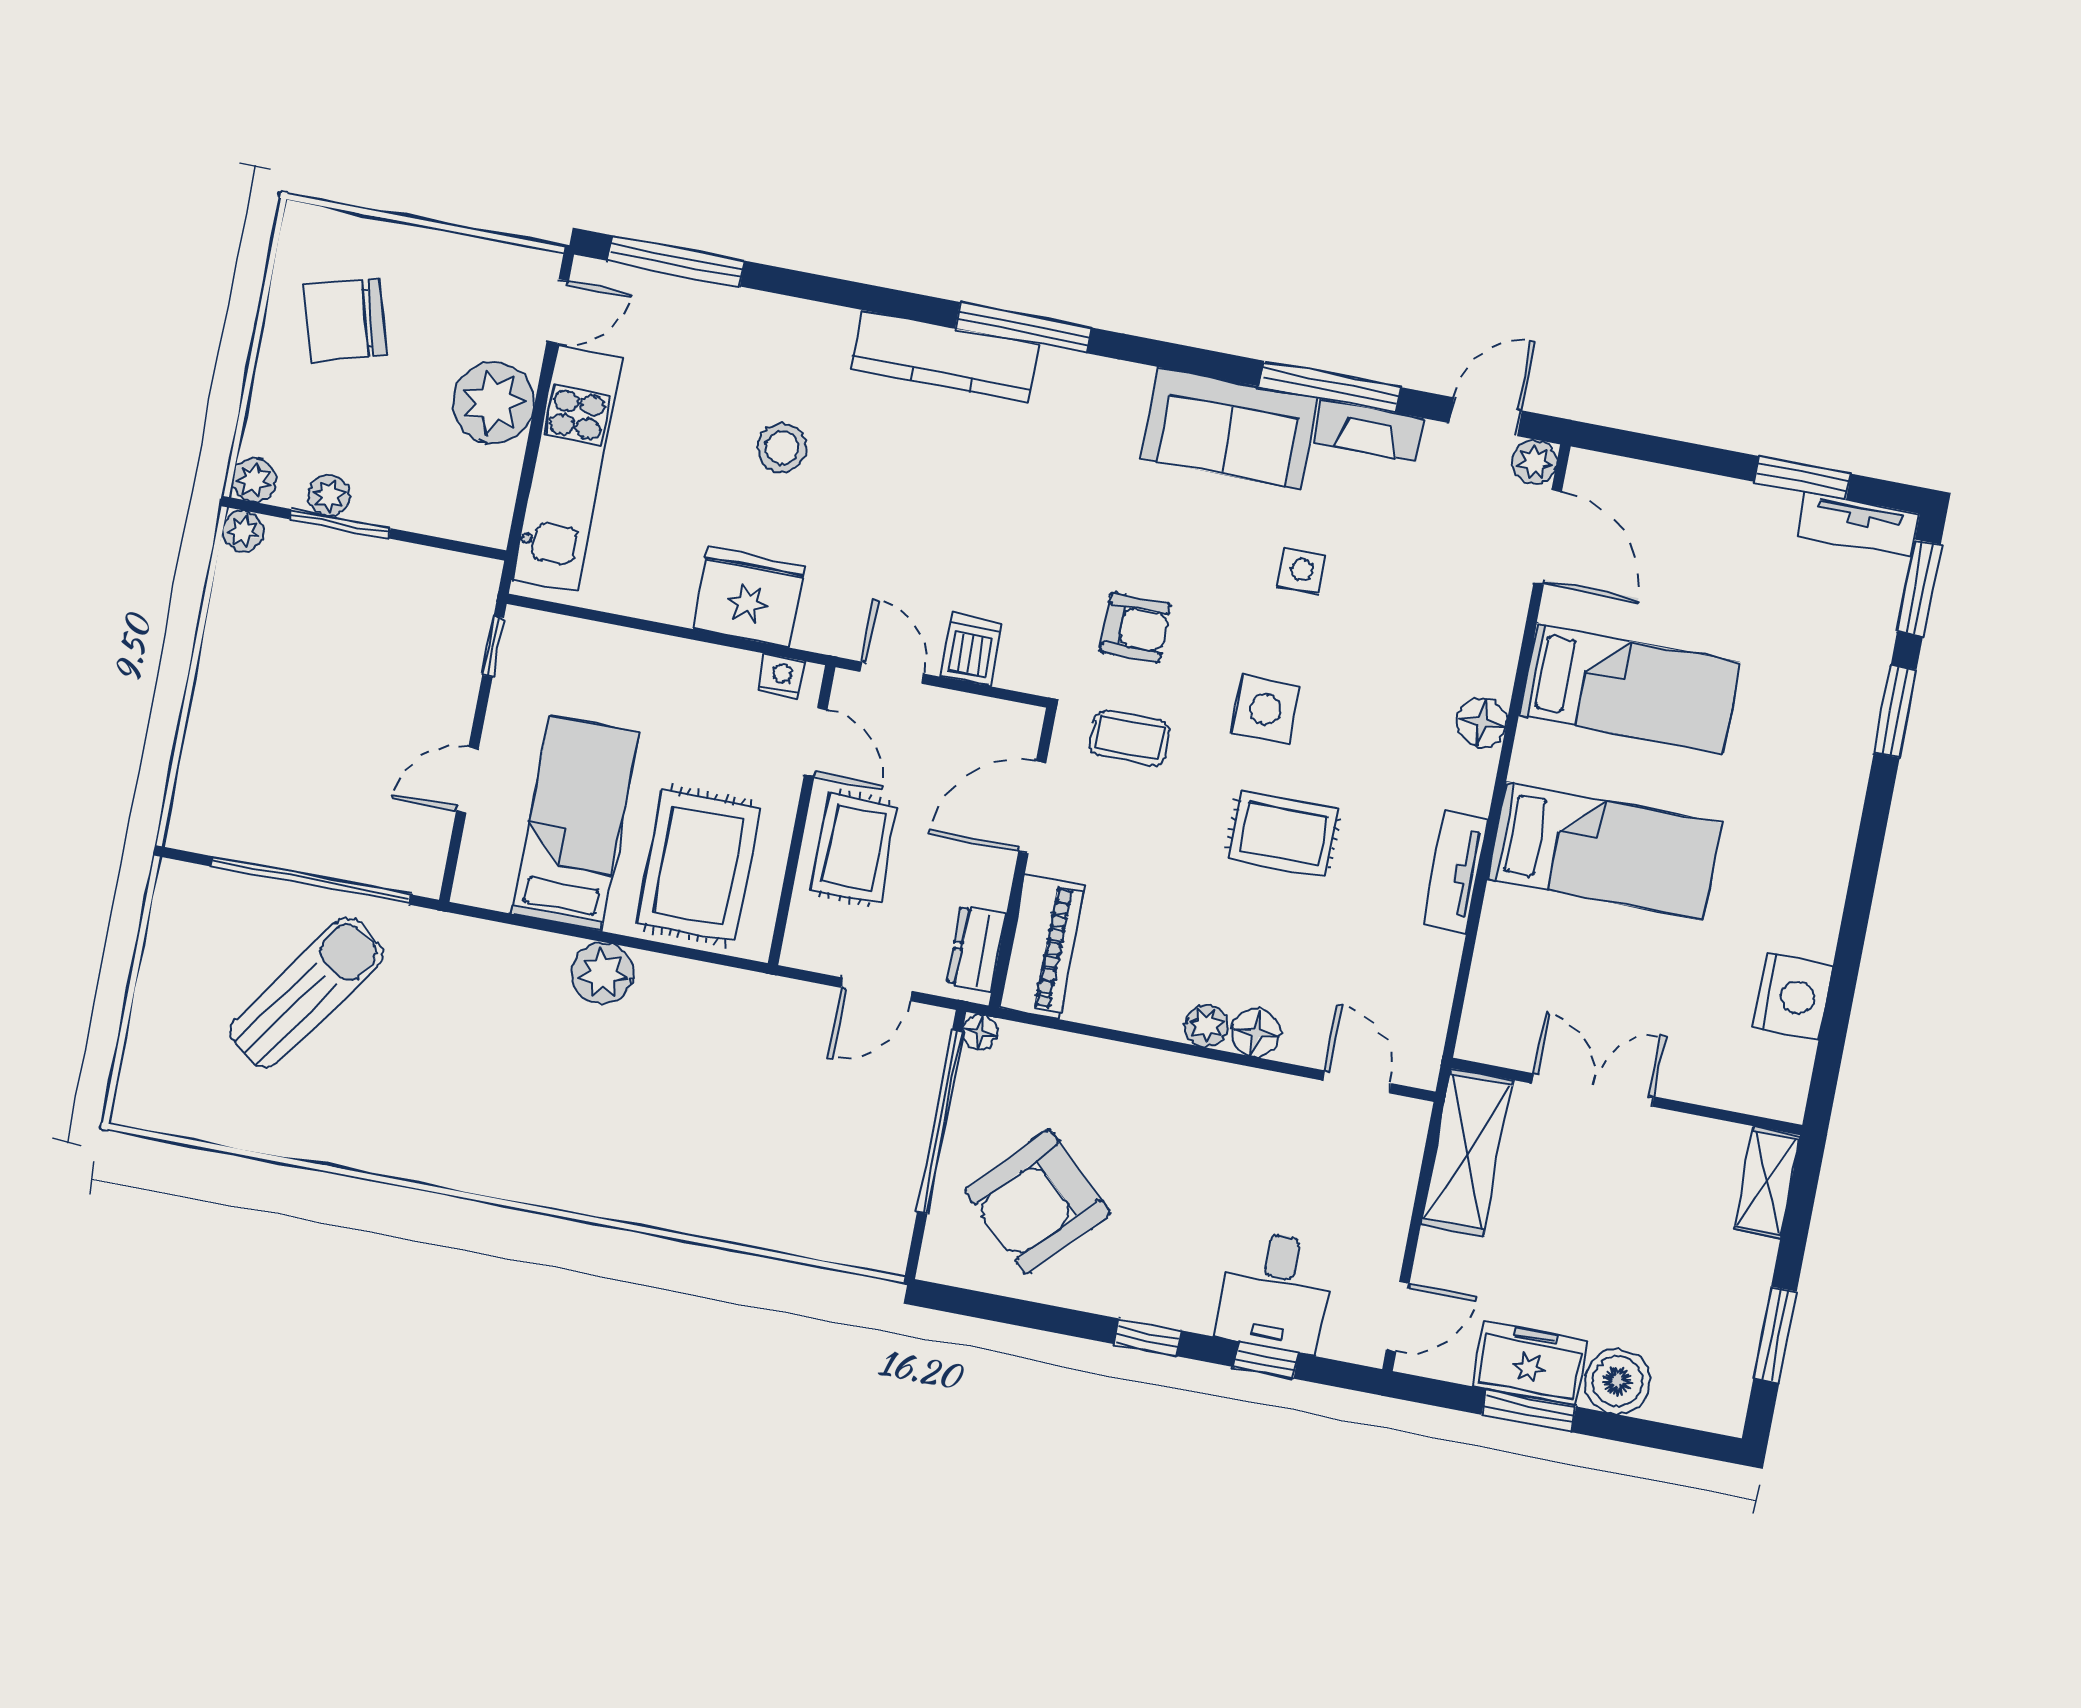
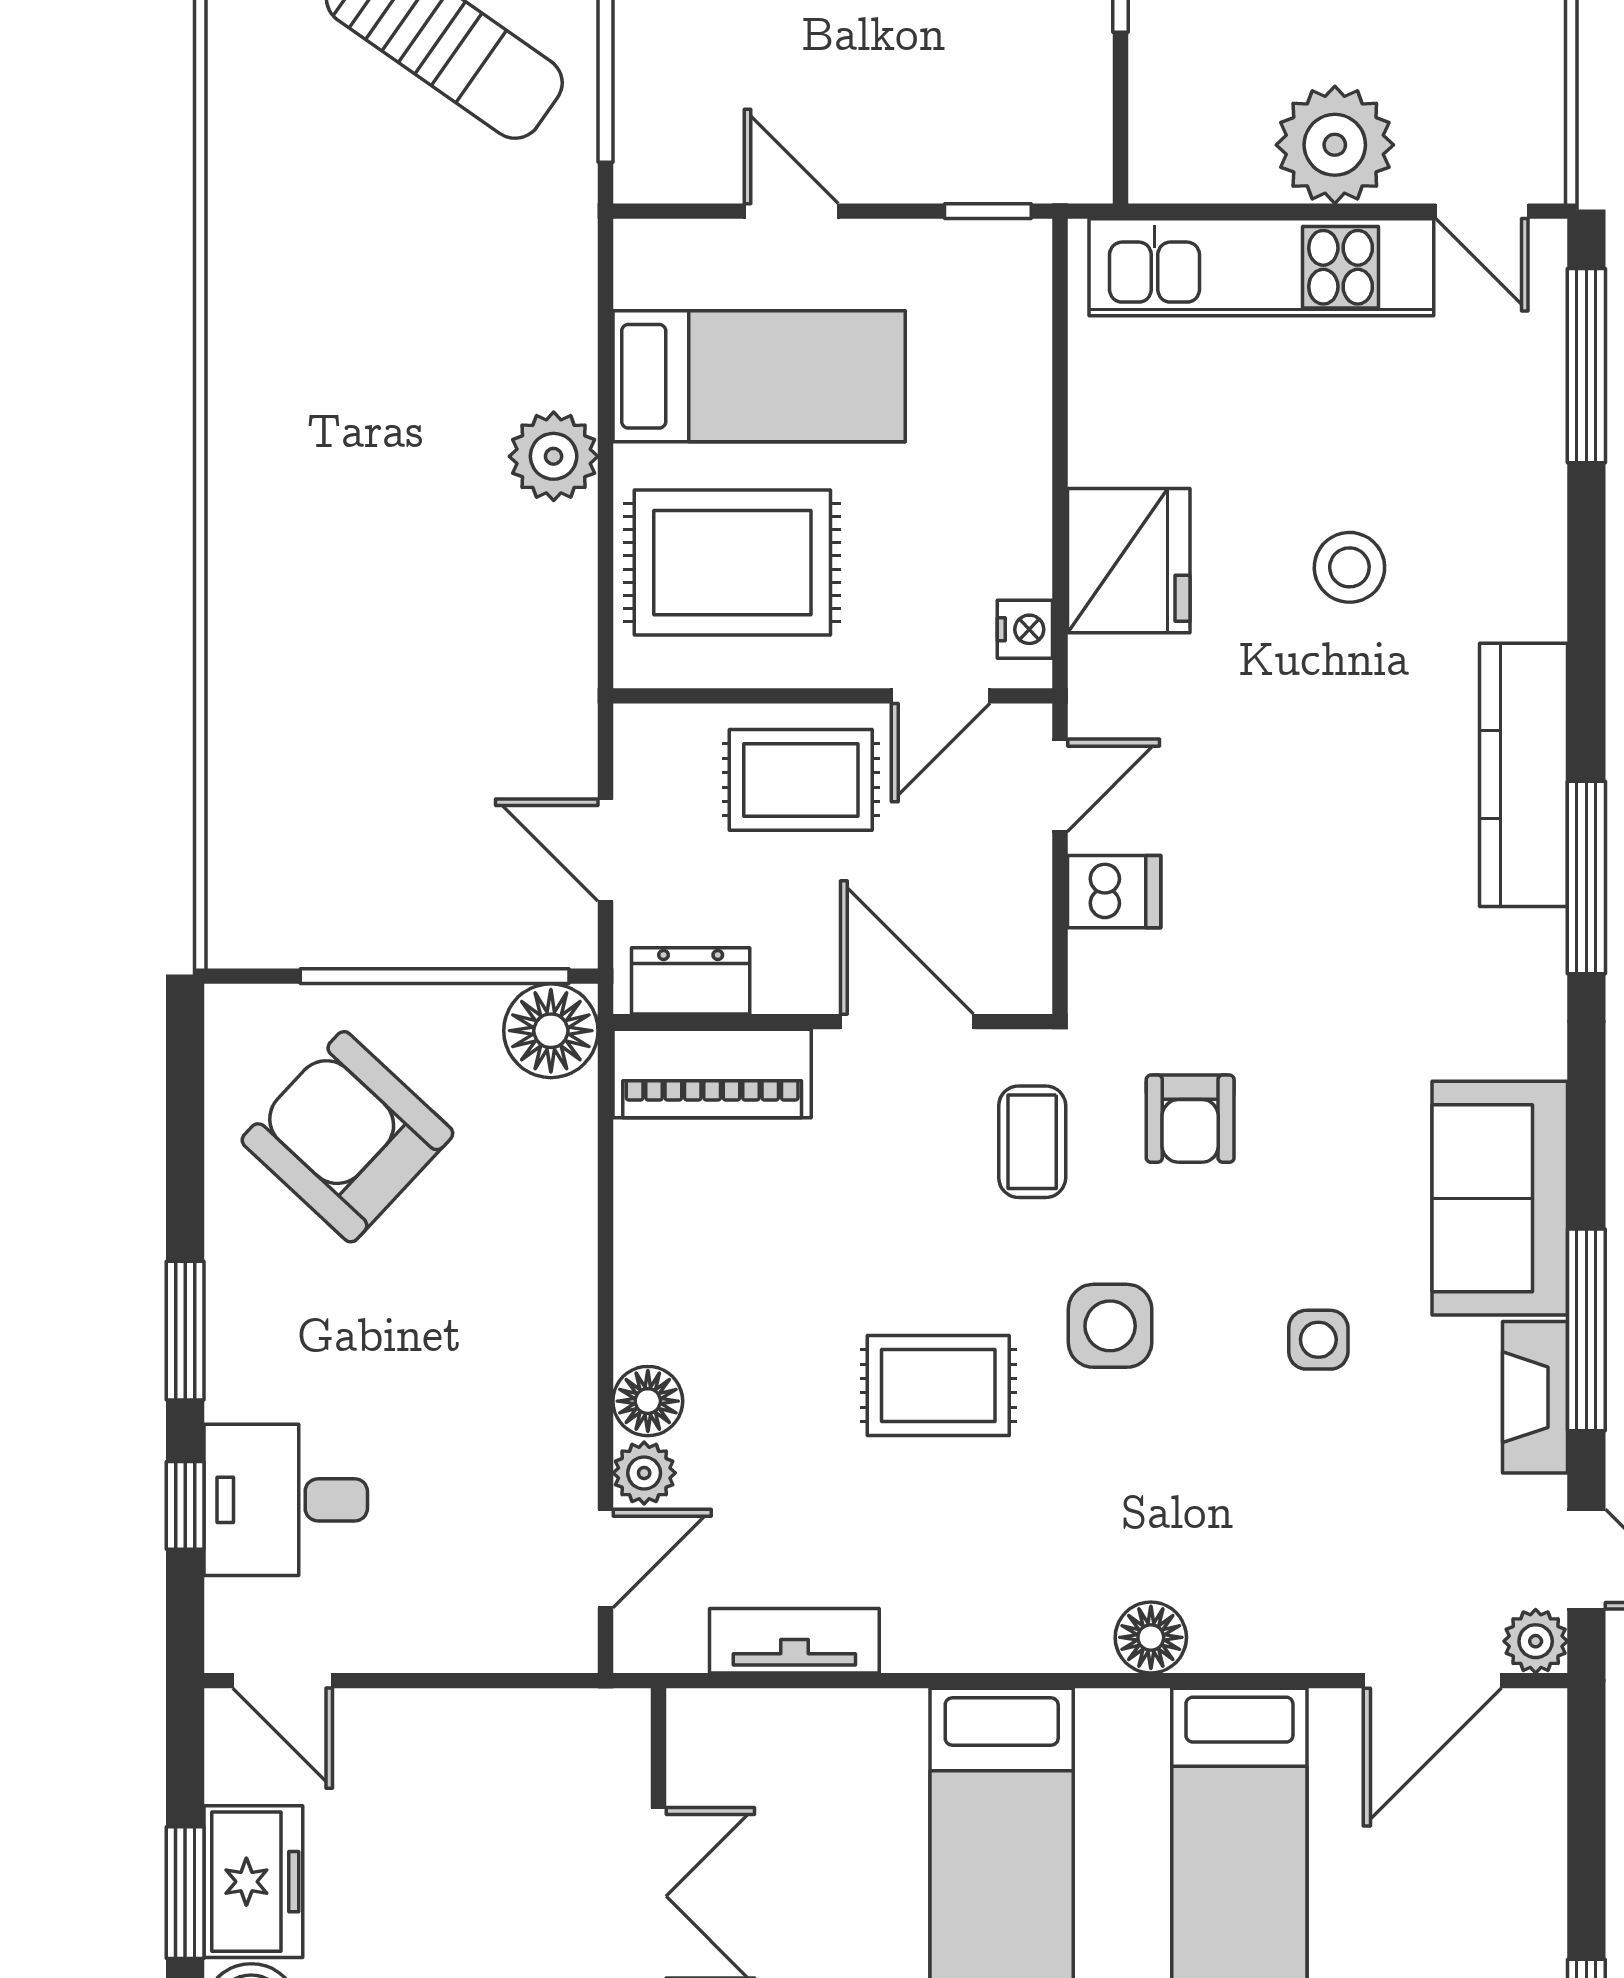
rug: (1283, 834) -> (938, 1386), turned 90
tv unit: (1455, 872) -> (794, 1641), moved
plant: (1207, 1026) -> (644, 1473), moved
floor lamp: (980, 1032) -> (551, 1031), width x1.89, depth x1.89
shelving: (1467, 1152) -> (536, 1734), removed
window: (1148, 1337) -> (185, 1331), width x1.50

